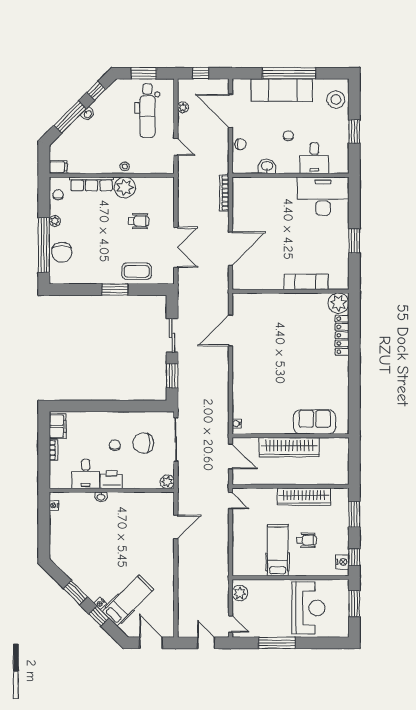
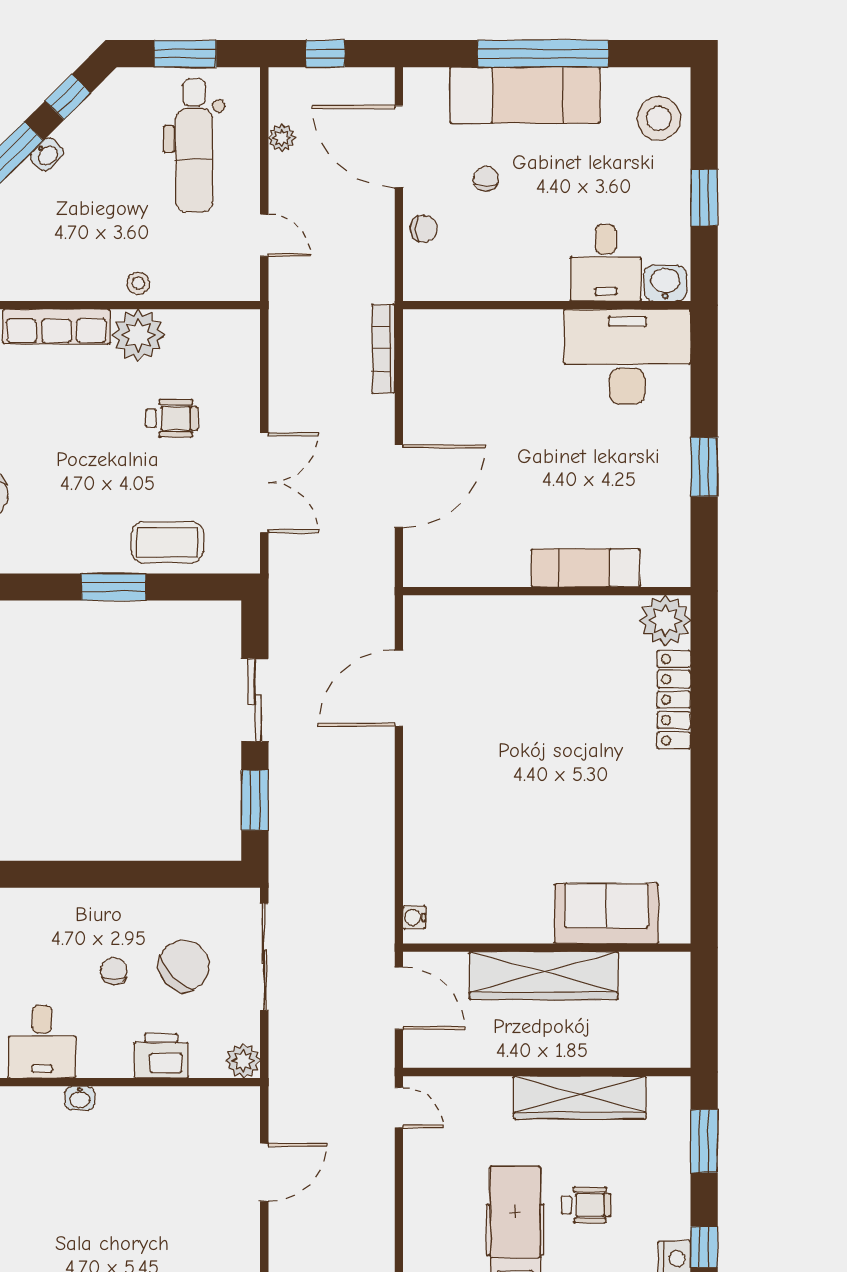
chair: (288, 136) -> (486, 179), moved
washbasin: (267, 166) -> (665, 283), moved
chair: (143, 443) -> (184, 965), turned 136
printer: (111, 480) -> (161, 1056), moved

